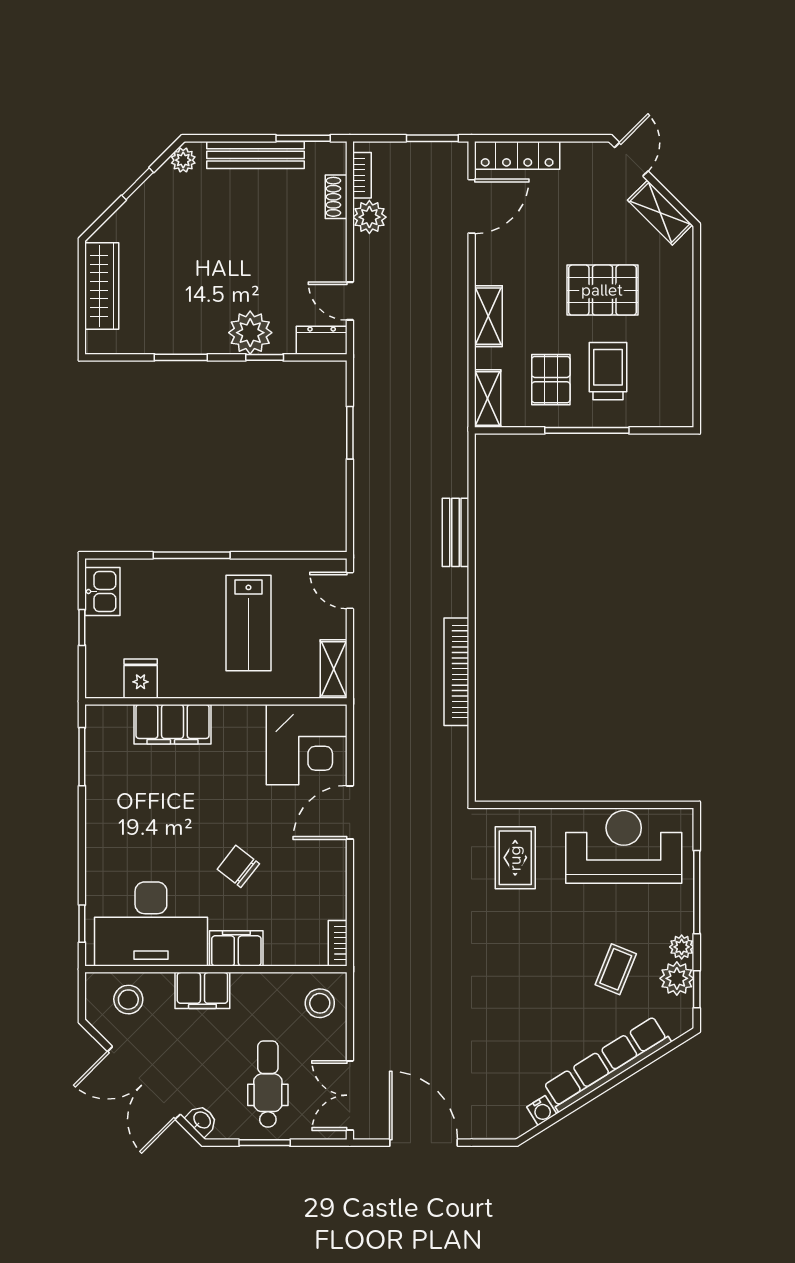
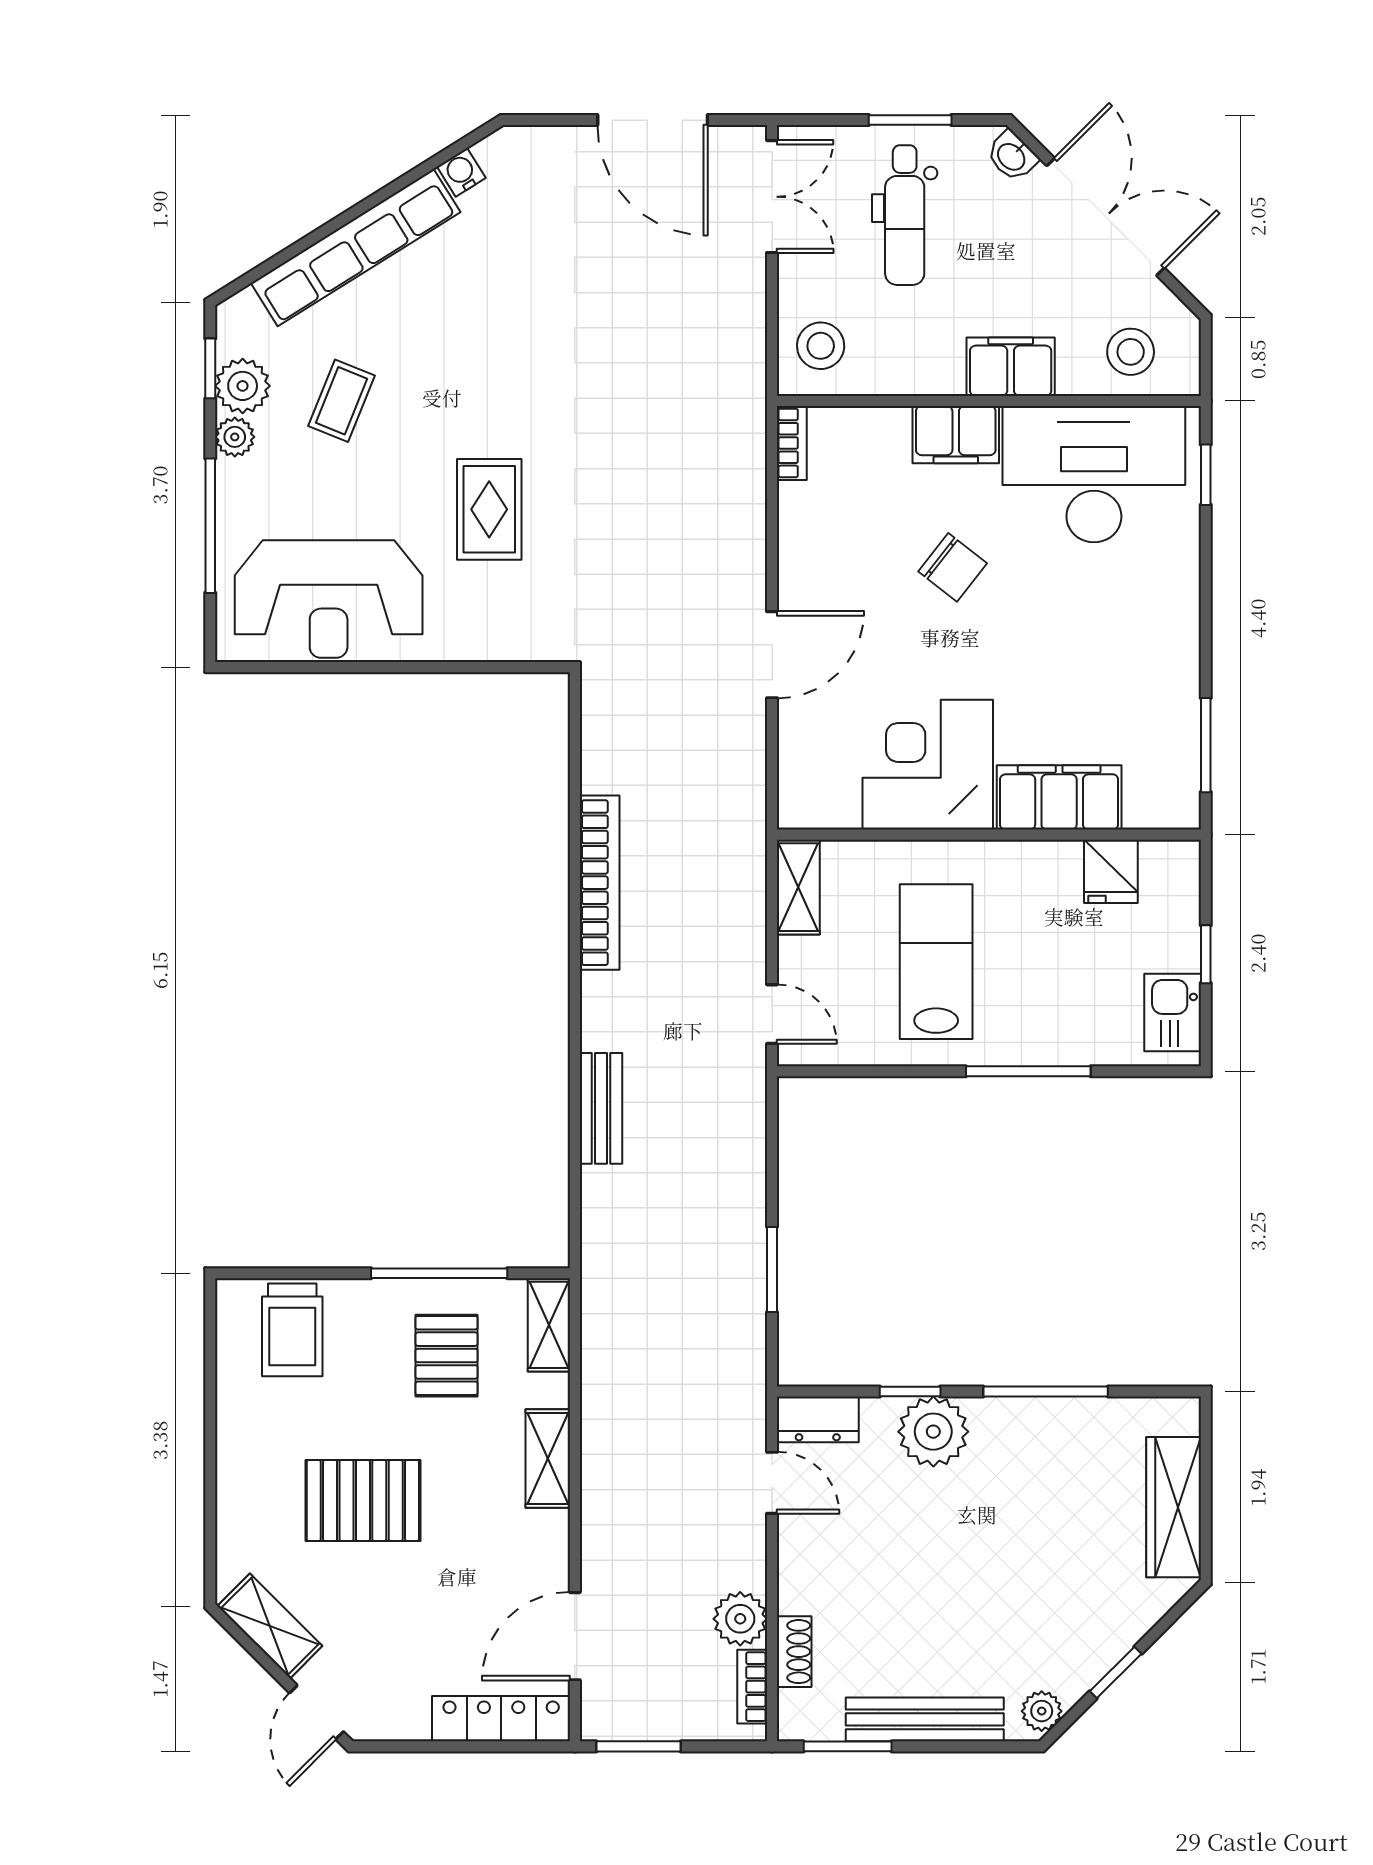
window: (181, 357) -> (1046, 1392), width x1.44
trolley: (608, 371) -> (292, 1330), moved
window: (587, 430) -> (439, 1273), moved
corner desk: (307, 745) -> (928, 765), moved
rug: (515, 858) -> (489, 509), moved

